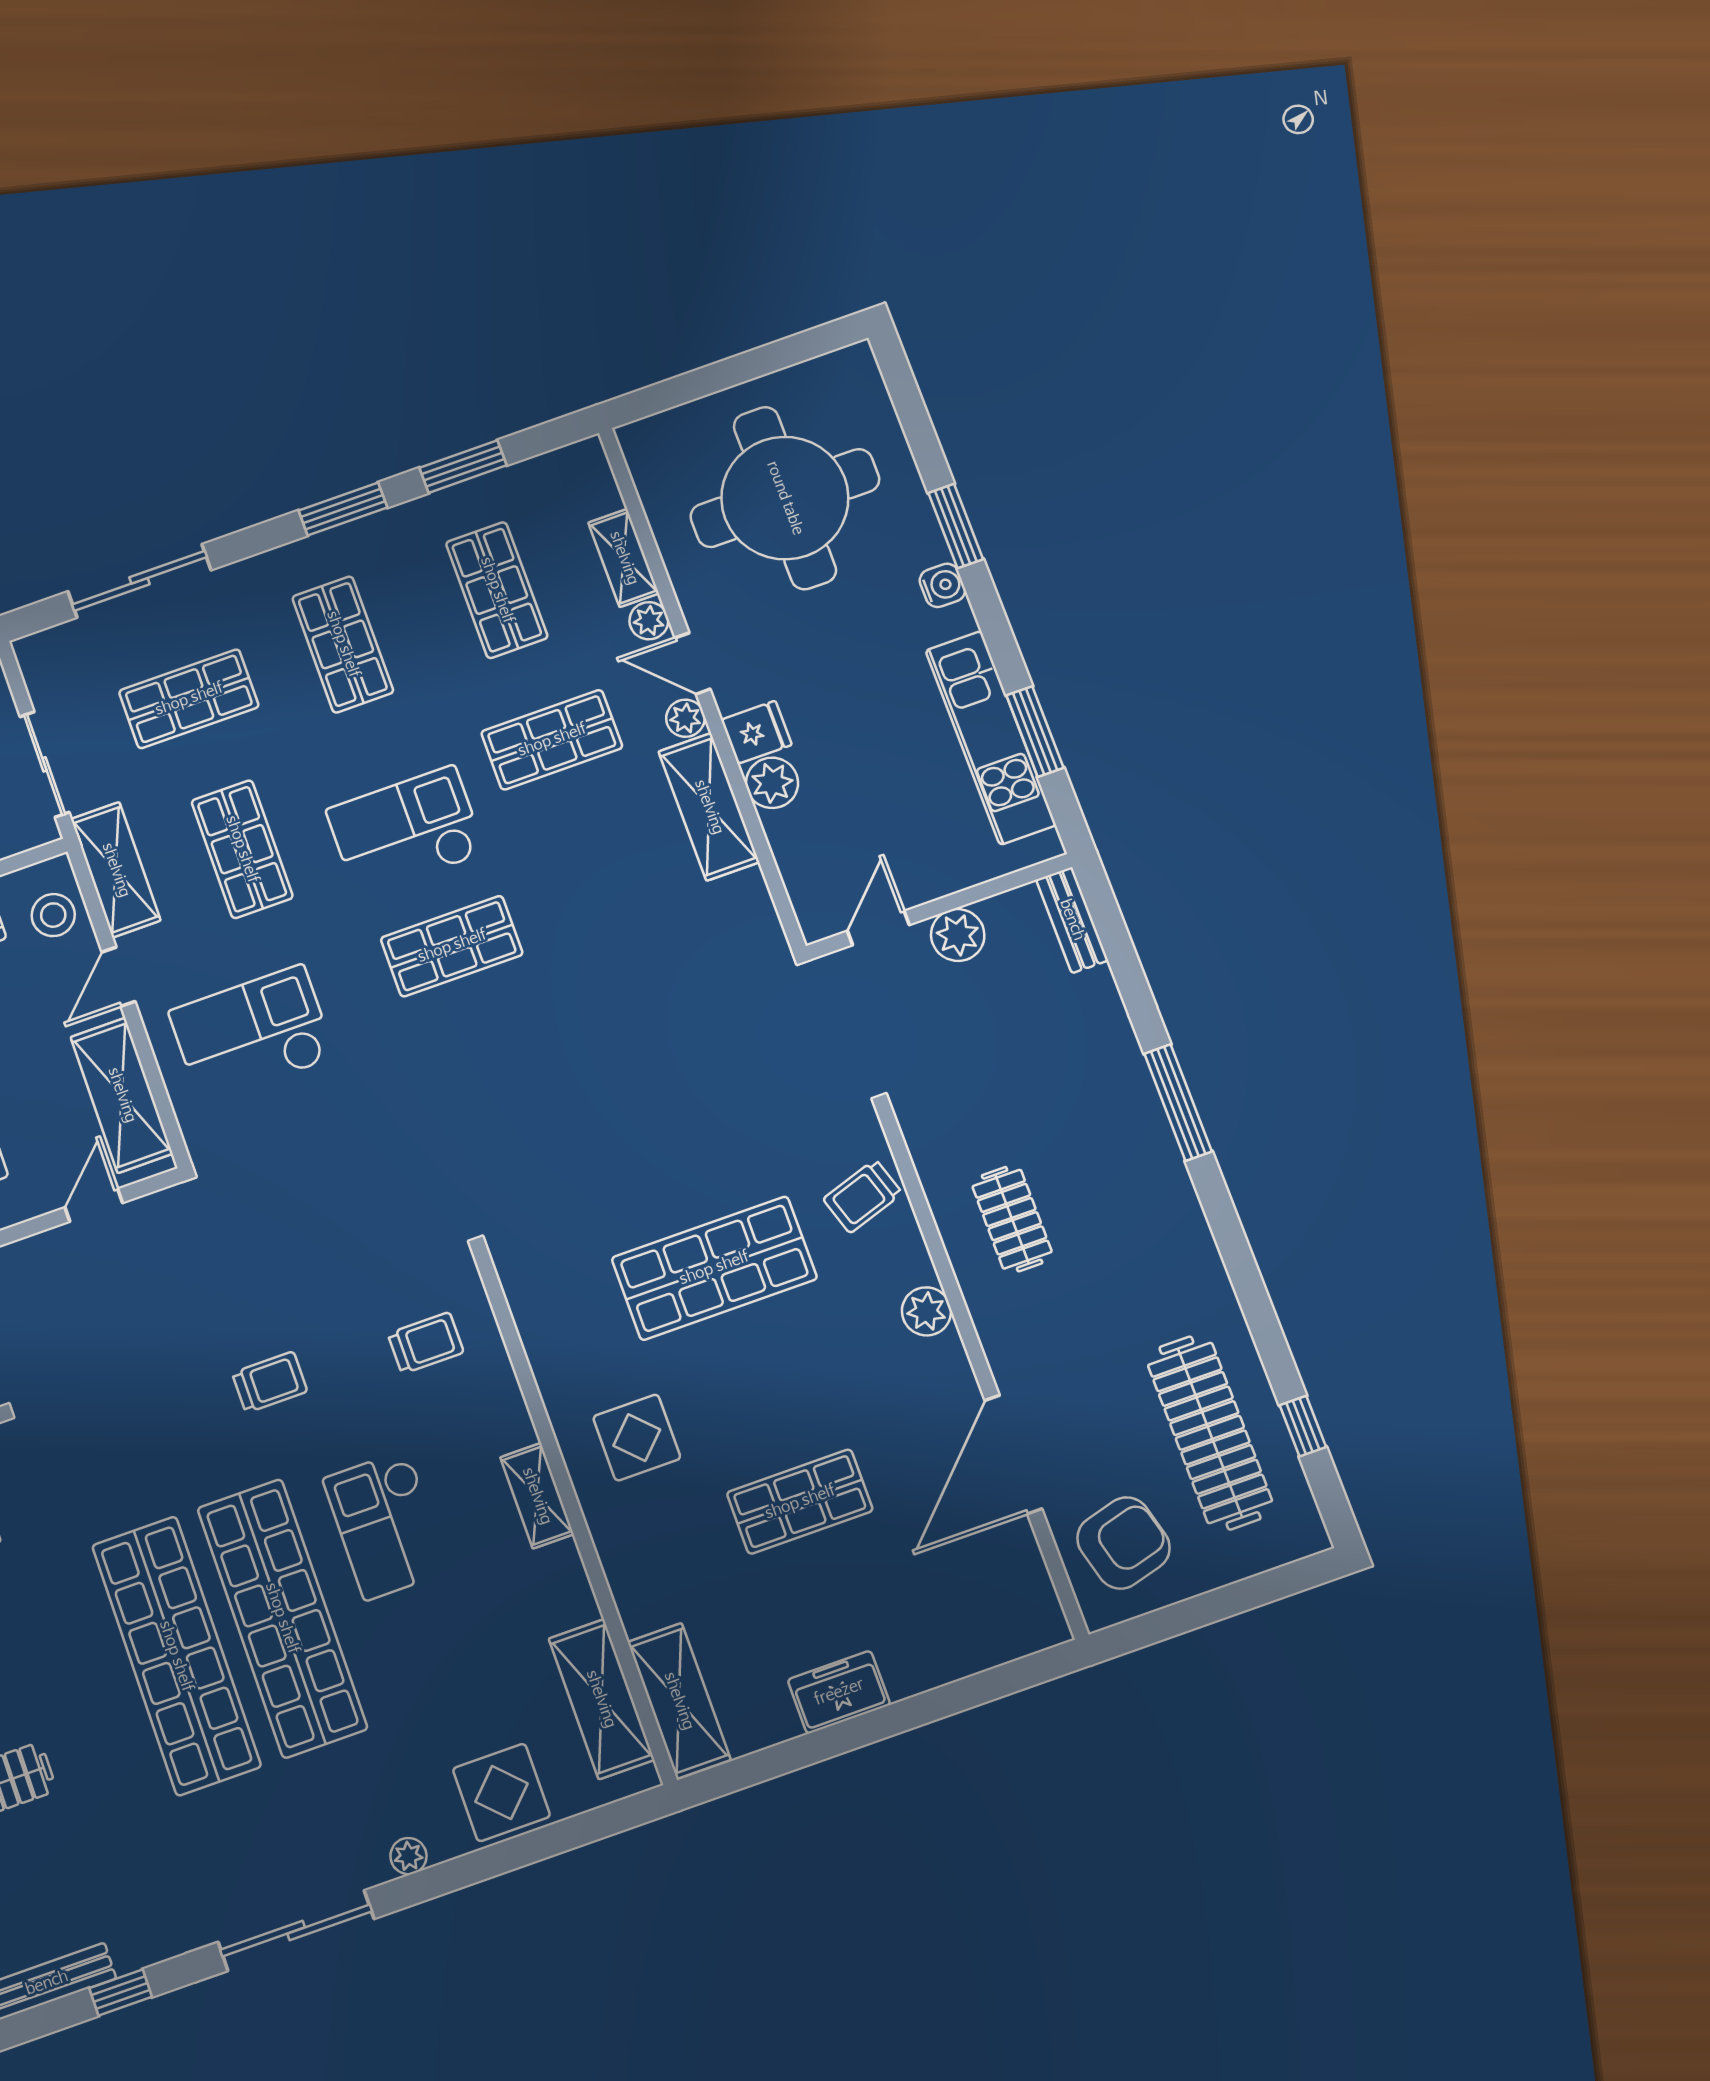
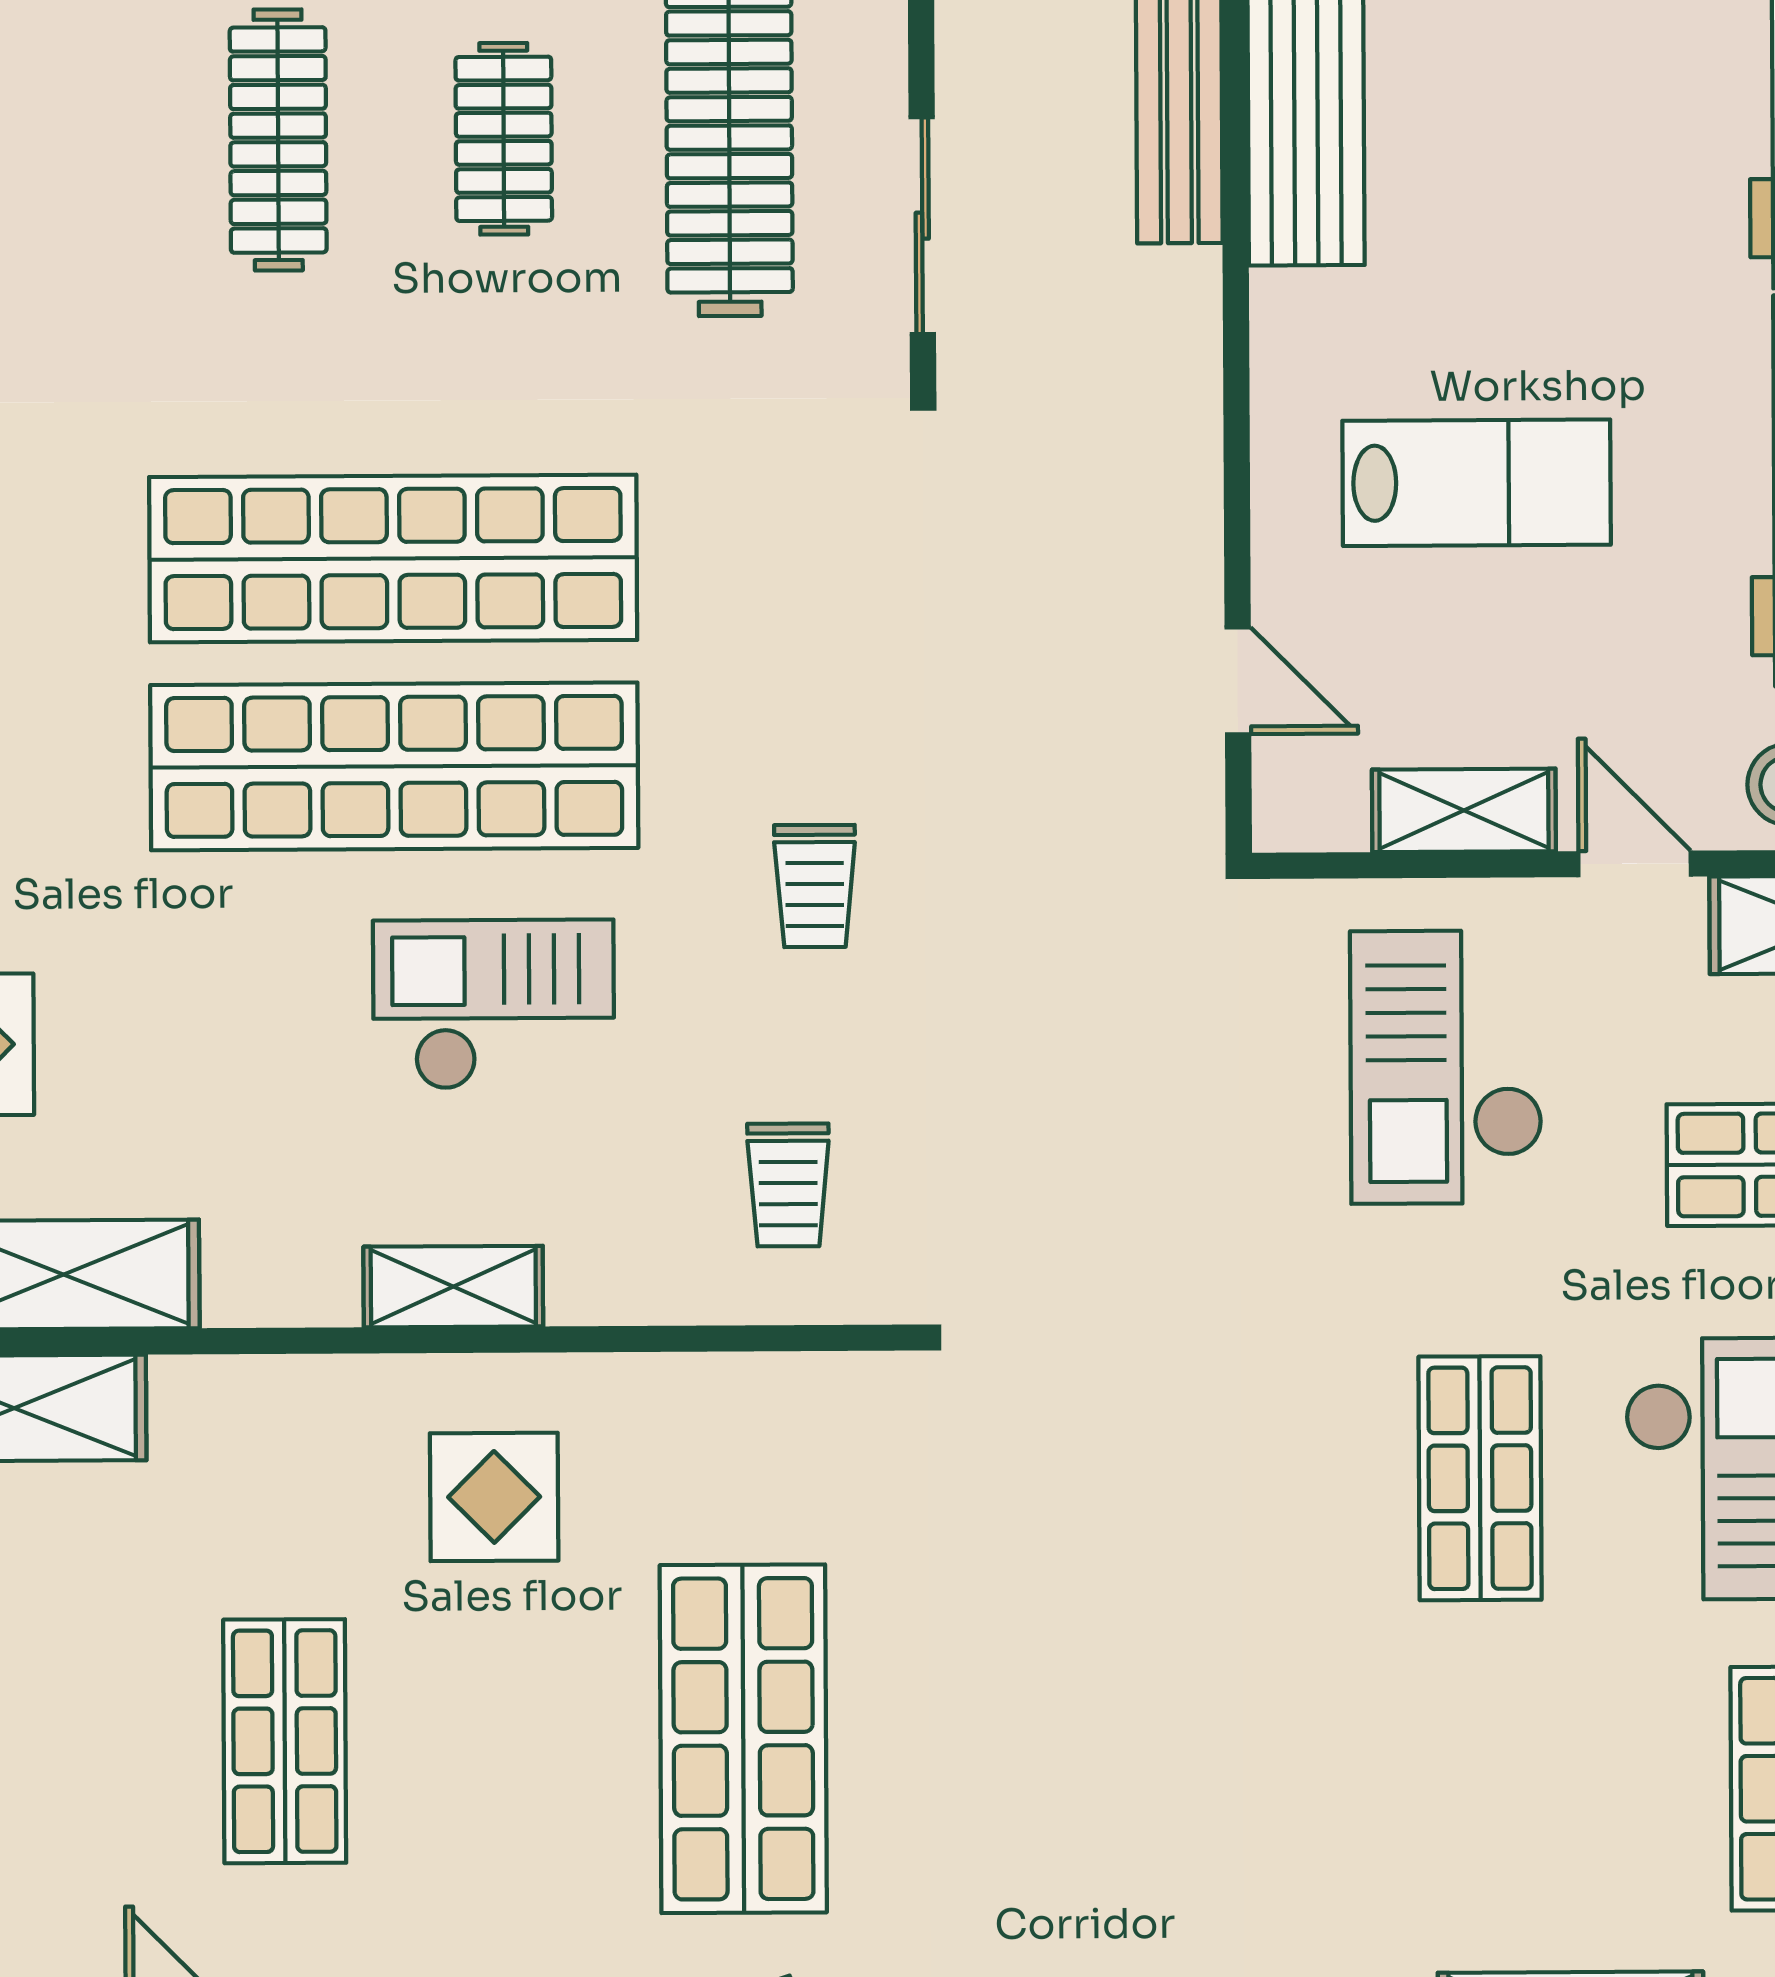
checkout: (252, 1034) -> (1446, 1067), turned 180
shelving: (122, 1095) -> (1464, 810), width x0.67, depth x0.75

